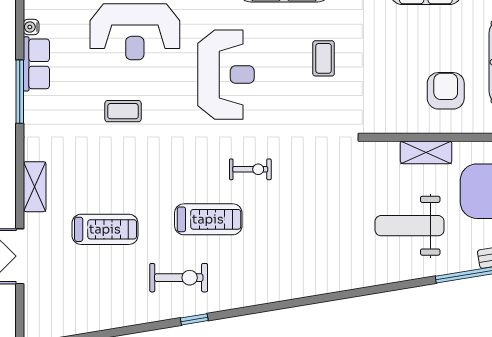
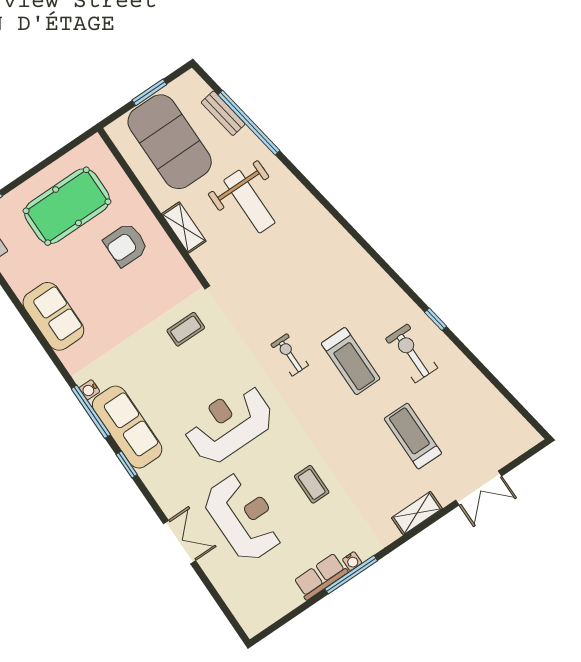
water cooler: (31, 27) -> (352, 561), moved
coffee table: (324, 58) -> (186, 329), moved
treadmill: (208, 219) -> (351, 361), turned 180

